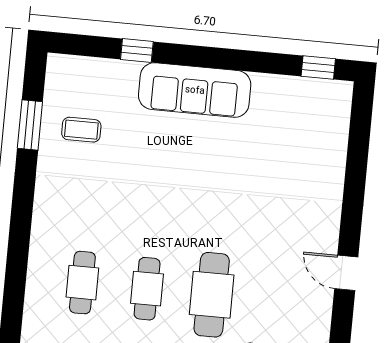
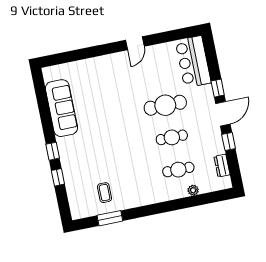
window: (318, 68) -> (53, 151), moved
sofa: (195, 90) -> (61, 108), moved
plant: (35, 299) -> (193, 190), added

